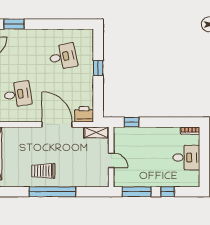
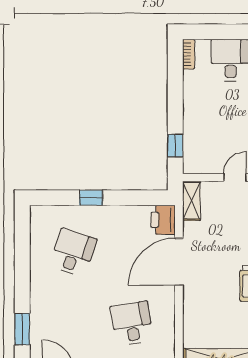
desk: (63, 57) -> (73, 253), turned 30

